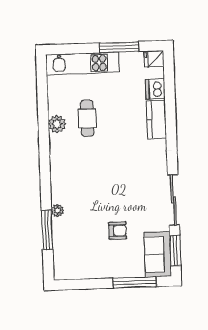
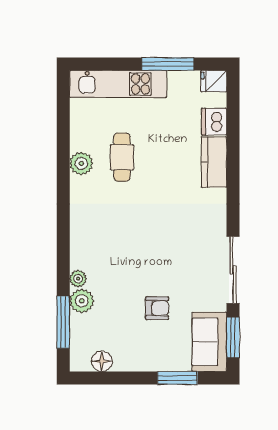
plant: (61, 227) -> (82, 301), added
window: (47, 230) -> (63, 322), moved
floor lamp: (77, 272) -> (102, 361), added
window: (135, 282) -> (177, 378), width x0.69

